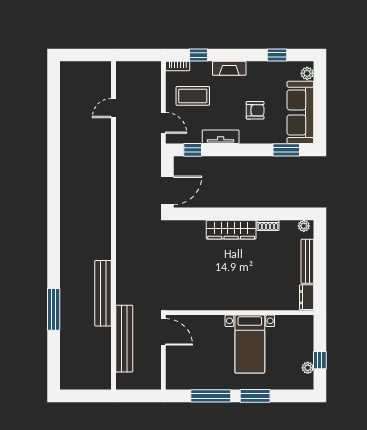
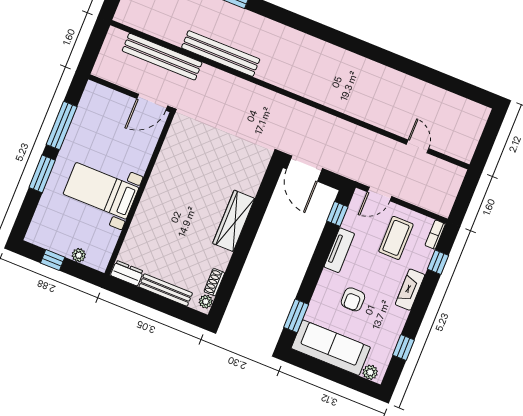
shoe rack: (268, 225) -> (214, 282), moved
plant: (308, 368) -> (79, 255), moved

